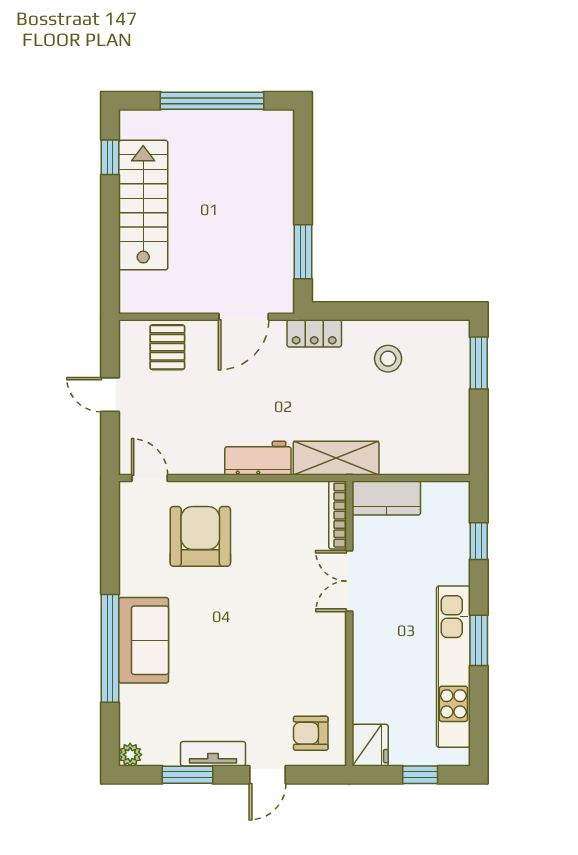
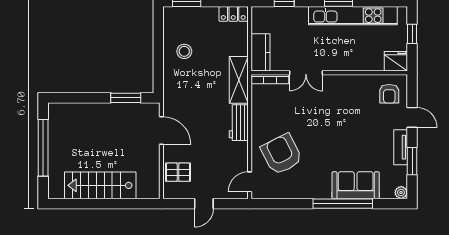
window: (110, 157) -> (74, 204), removed
locker: (314, 333) -> (233, 14), moved, turned 90
armchair: (200, 536) -> (282, 154), turned 63
sofa: (144, 640) -> (356, 185), moved

